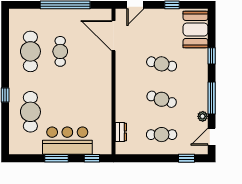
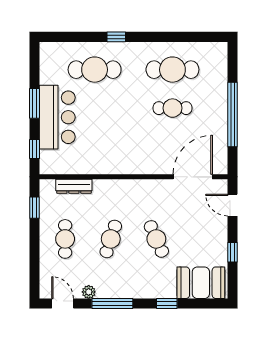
cafe table: (162, 64) -> (156, 239), turned -36
dresser: (121, 132) -> (74, 186), width x1.44
window: (186, 158) -> (35, 208), moved

